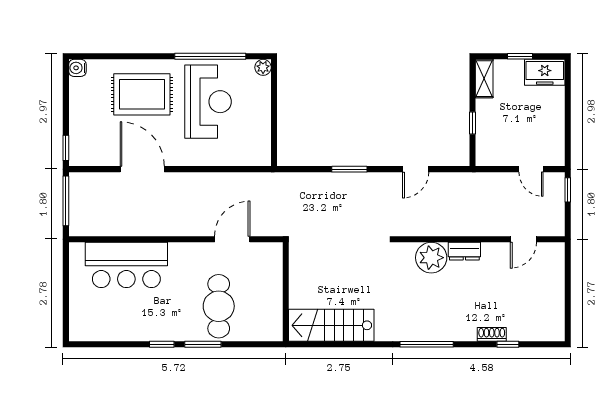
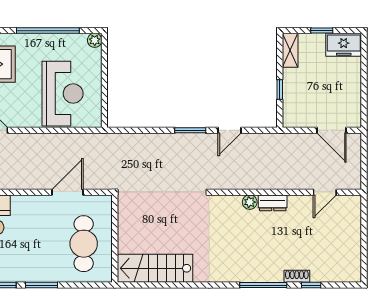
reception desk: (208, 102) -> (63, 94), moved
window: (349, 169) -> (190, 130), moved
door: (531, 169) -> (331, 130), width x1.38
window: (568, 190) -> (364, 149), removed
plant: (431, 258) -> (250, 202), width x0.53, depth x0.53
cafe table: (219, 306) -> (84, 244), moved
window: (427, 344) -> (263, 285), moved

